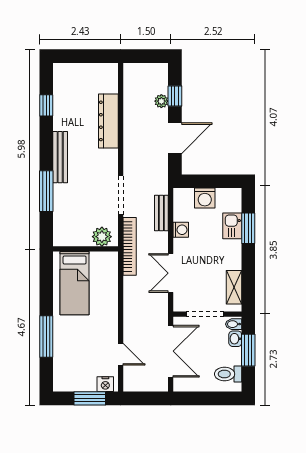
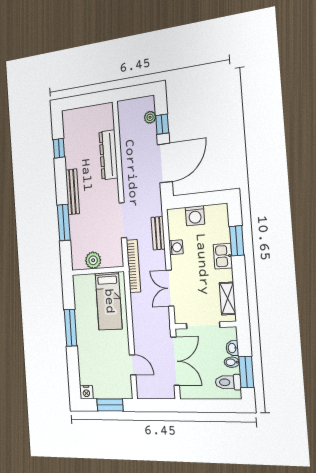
plant: (161, 101) -> (150, 117), moved
door: (175, 138) -> (165, 163), width x1.36
kitchen sink: (232, 226) -> (223, 256), moved
plant: (102, 237) -> (93, 260), moved
bed: (75, 283) -> (109, 301), moved
bidet: (234, 324) -> (232, 362), moved
window: (46, 336) -> (71, 328), moved
window: (248, 350) -> (246, 372), moved
nightstand: (105, 384) -> (86, 392), moved

